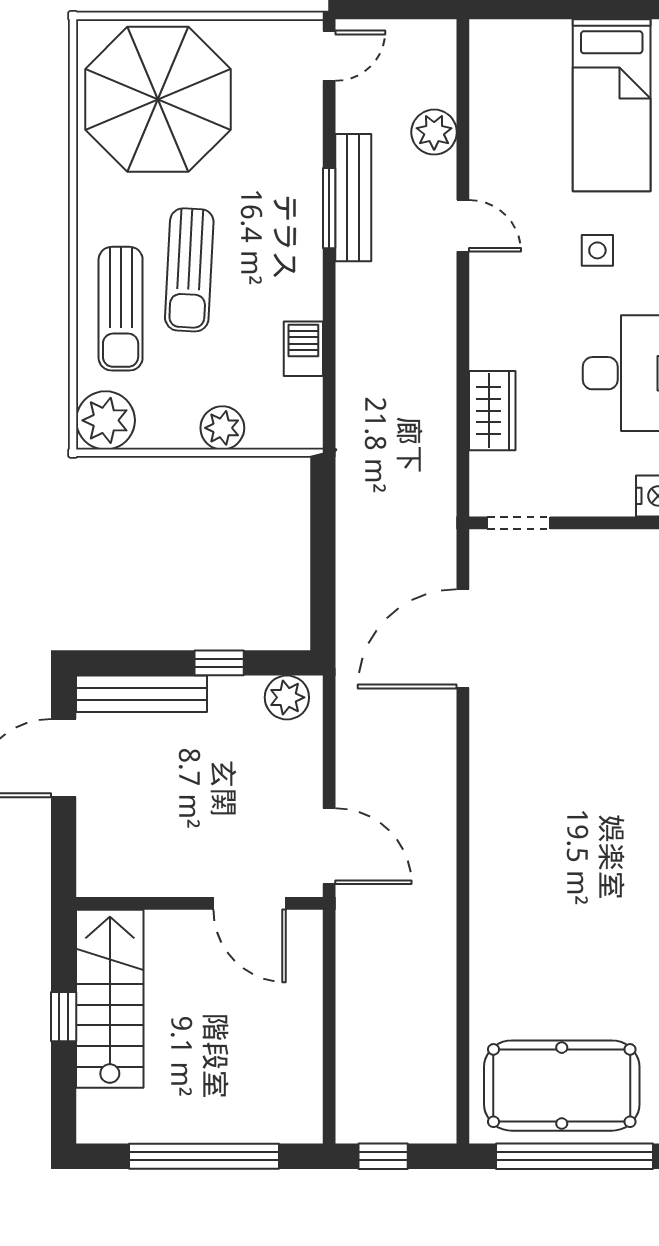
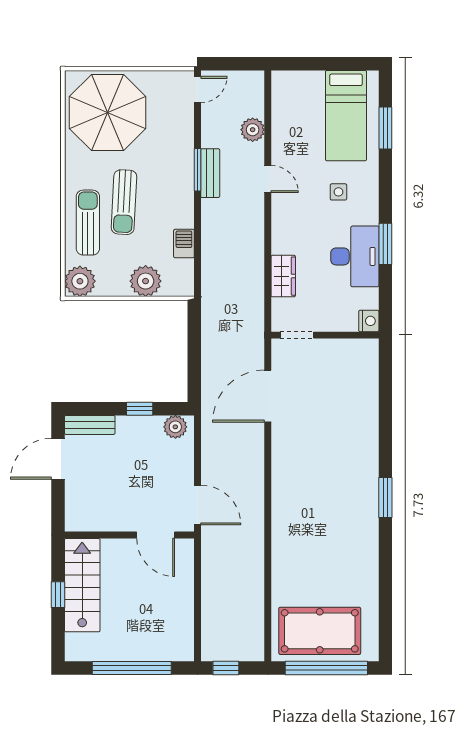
bench: (353, 198) -> (210, 173), width x0.73
sun lounger: (121, 309) -> (88, 223), turned 180
plant: (222, 428) -> (146, 281), width x1.36, depth x1.36
bench: (142, 694) -> (90, 425), width x0.73

